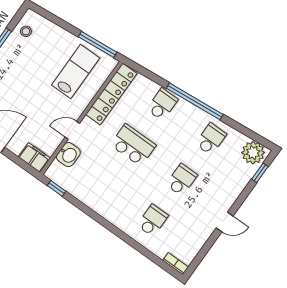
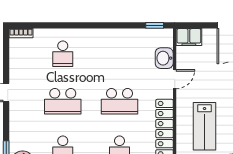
school desk: (182, 180) -> (63, 101), width x1.85

